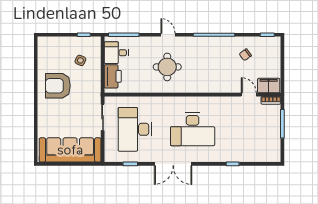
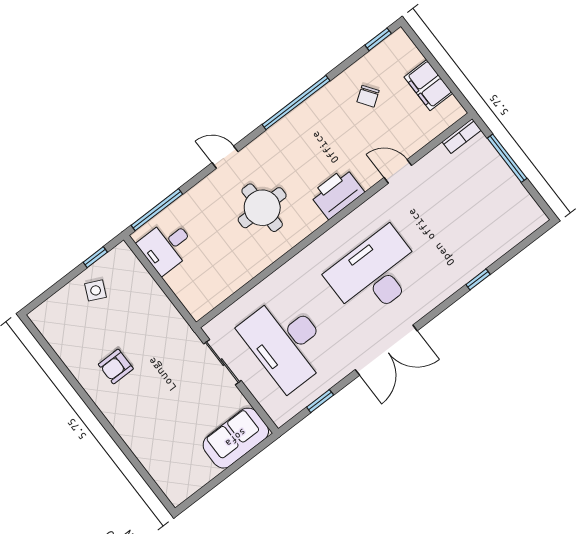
side table: (80, 60) -> (96, 290), moved
printer: (113, 76) -> (337, 193), moved, turned -90
armchair: (58, 86) -> (116, 366), width x0.53, depth x0.53
filing cabinet: (269, 86) -> (428, 85), moved, turned -90
door: (249, 95) -> (398, 171), moved
desk: (193, 129) -> (375, 274), turned 180
sofa: (70, 150) -> (236, 438), width x0.54, depth x0.79

